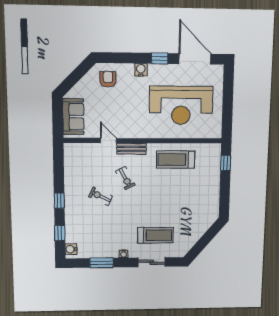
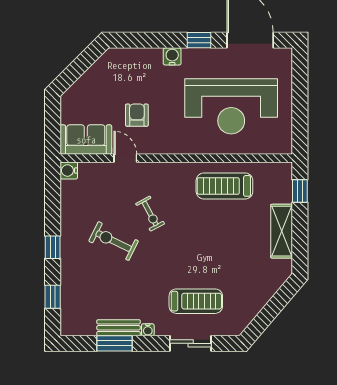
armchair: (108, 79) -> (137, 115), moved
sofa: (73, 117) -> (86, 140), moved, turned -90
bench: (132, 149) -> (119, 328), moved
shelving: (213, 189) -> (282, 231), added
exercise bike: (101, 196) -> (114, 241), width x1.38, depth x1.39
water cooler: (71, 249) -> (69, 170), moved

